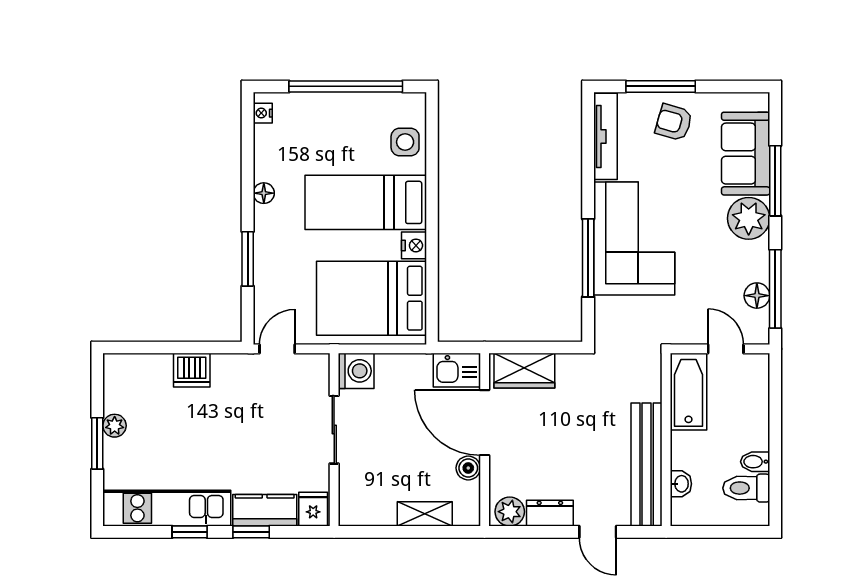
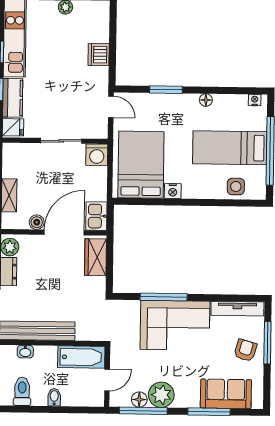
bed: (366, 202) -> (230, 148), moved, turned -90
plant: (749, 218) -> (161, 395), moved
bidet: (755, 462) -> (54, 397), moved

